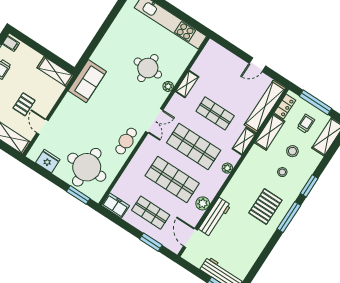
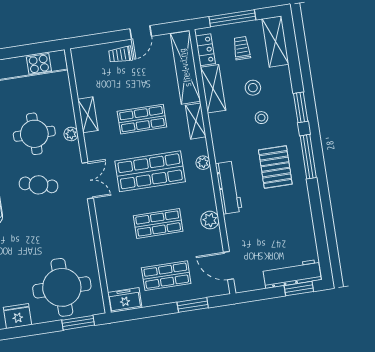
trolley: (235, 67) -> (121, 55), added
cafe table: (126, 141) -> (38, 185), moved, turned -75
shop shelf: (172, 180) -> (158, 223), width x0.70, depth x0.74
workbench: (215, 217) -> (229, 187), moved

